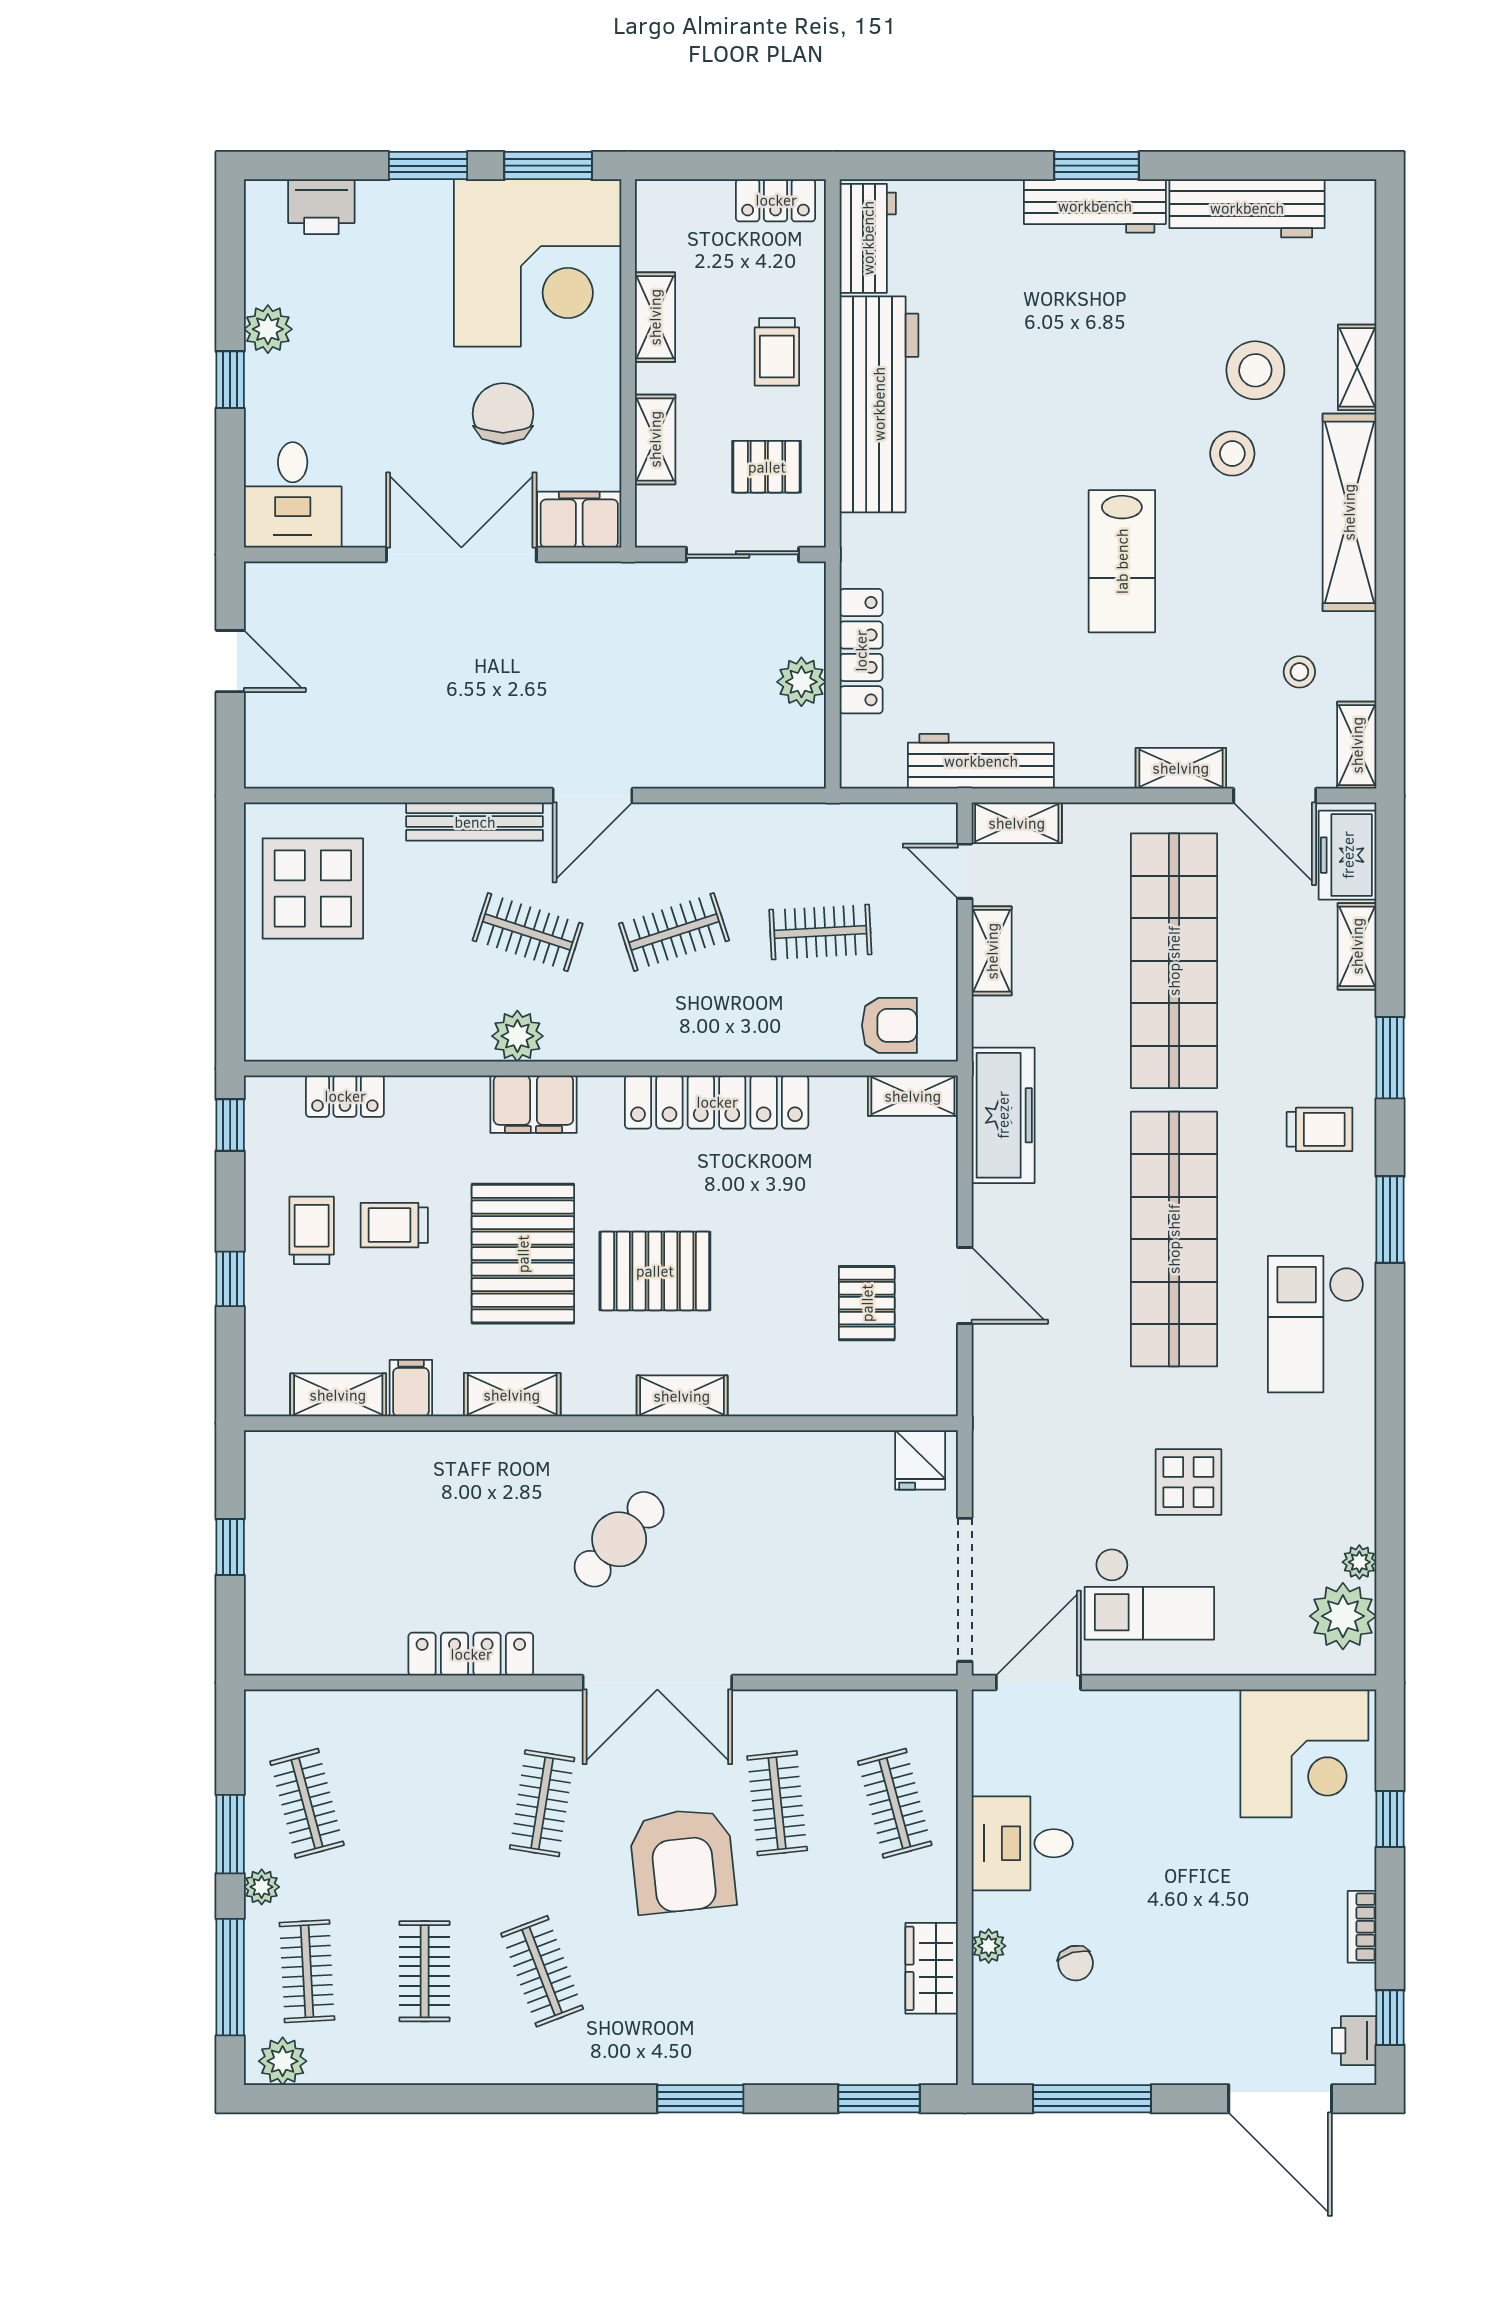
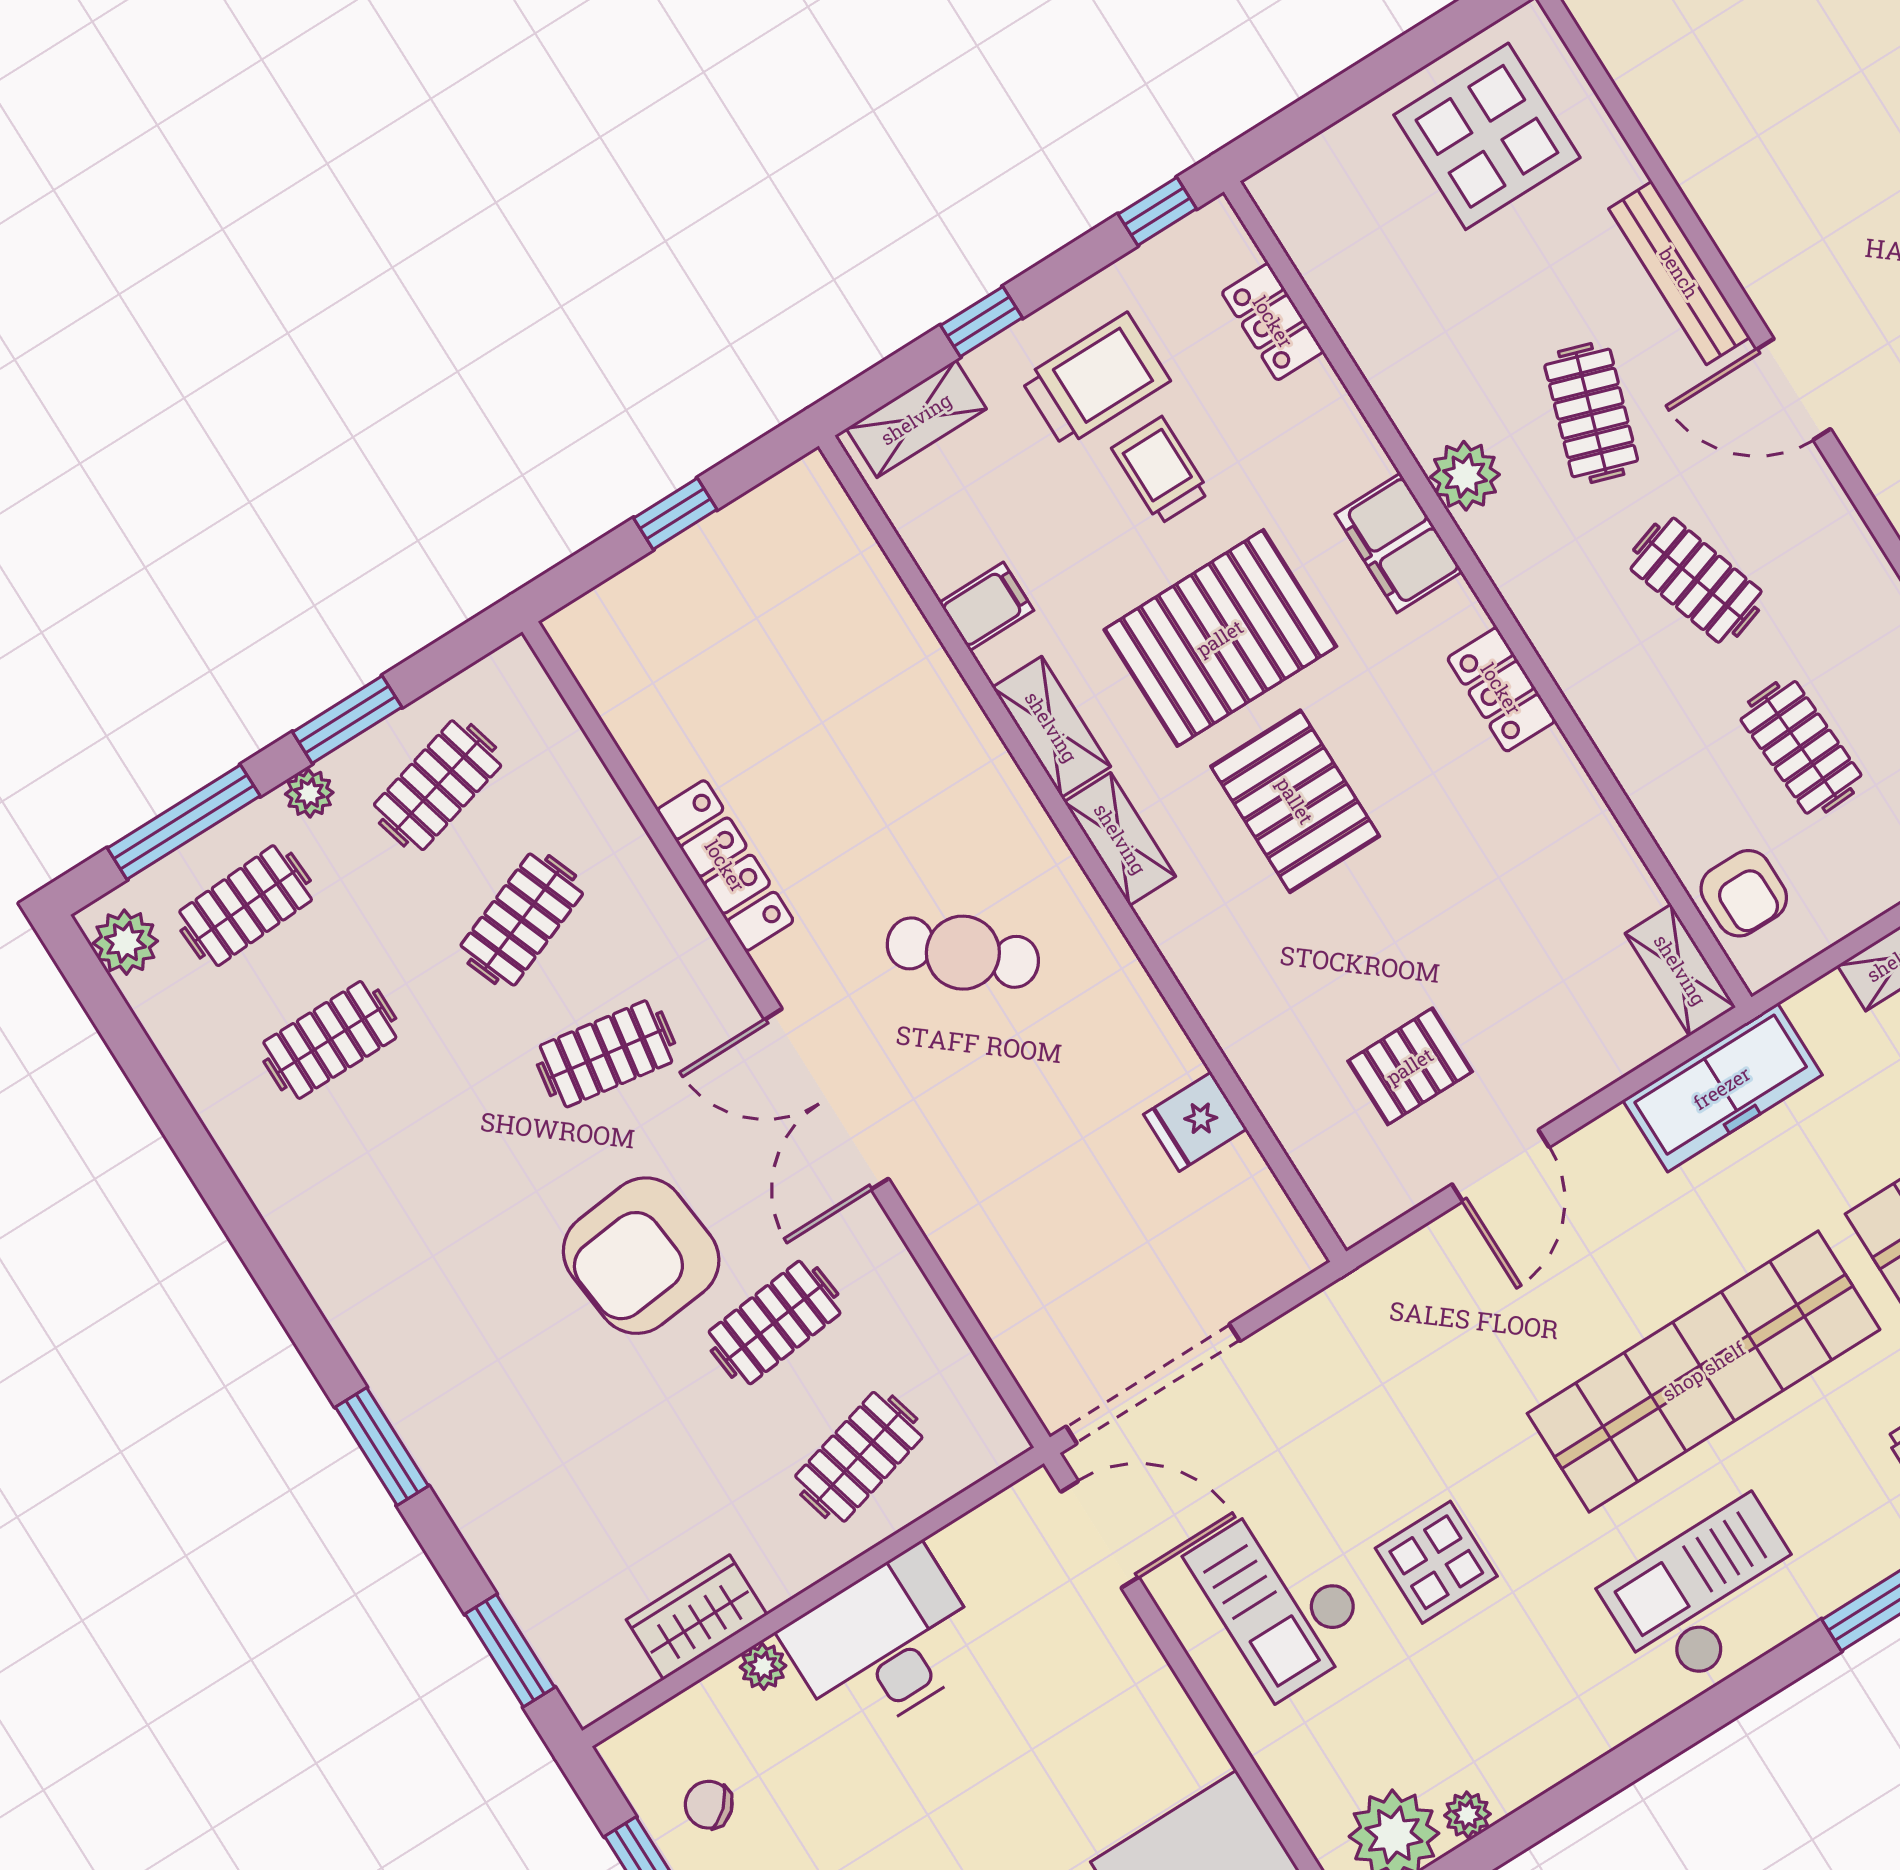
locker: (717, 1102) -> (1501, 689), width x0.46, depth x0.83
trolley: (312, 1230) -> (1095, 380), width x1.36, depth x1.39
shelving: (338, 1395) -> (916, 419), moved, turned 90
shelving: (682, 1396) -> (1120, 839), moved
fridge: (920, 1460) -> (1195, 1122), moved
desk: (1022, 1843) -> (884, 1644), width x1.37
chair: (1076, 1963) -> (709, 1805), moved, turned 63
clothes rail: (542, 1971) -> (522, 920), moved

